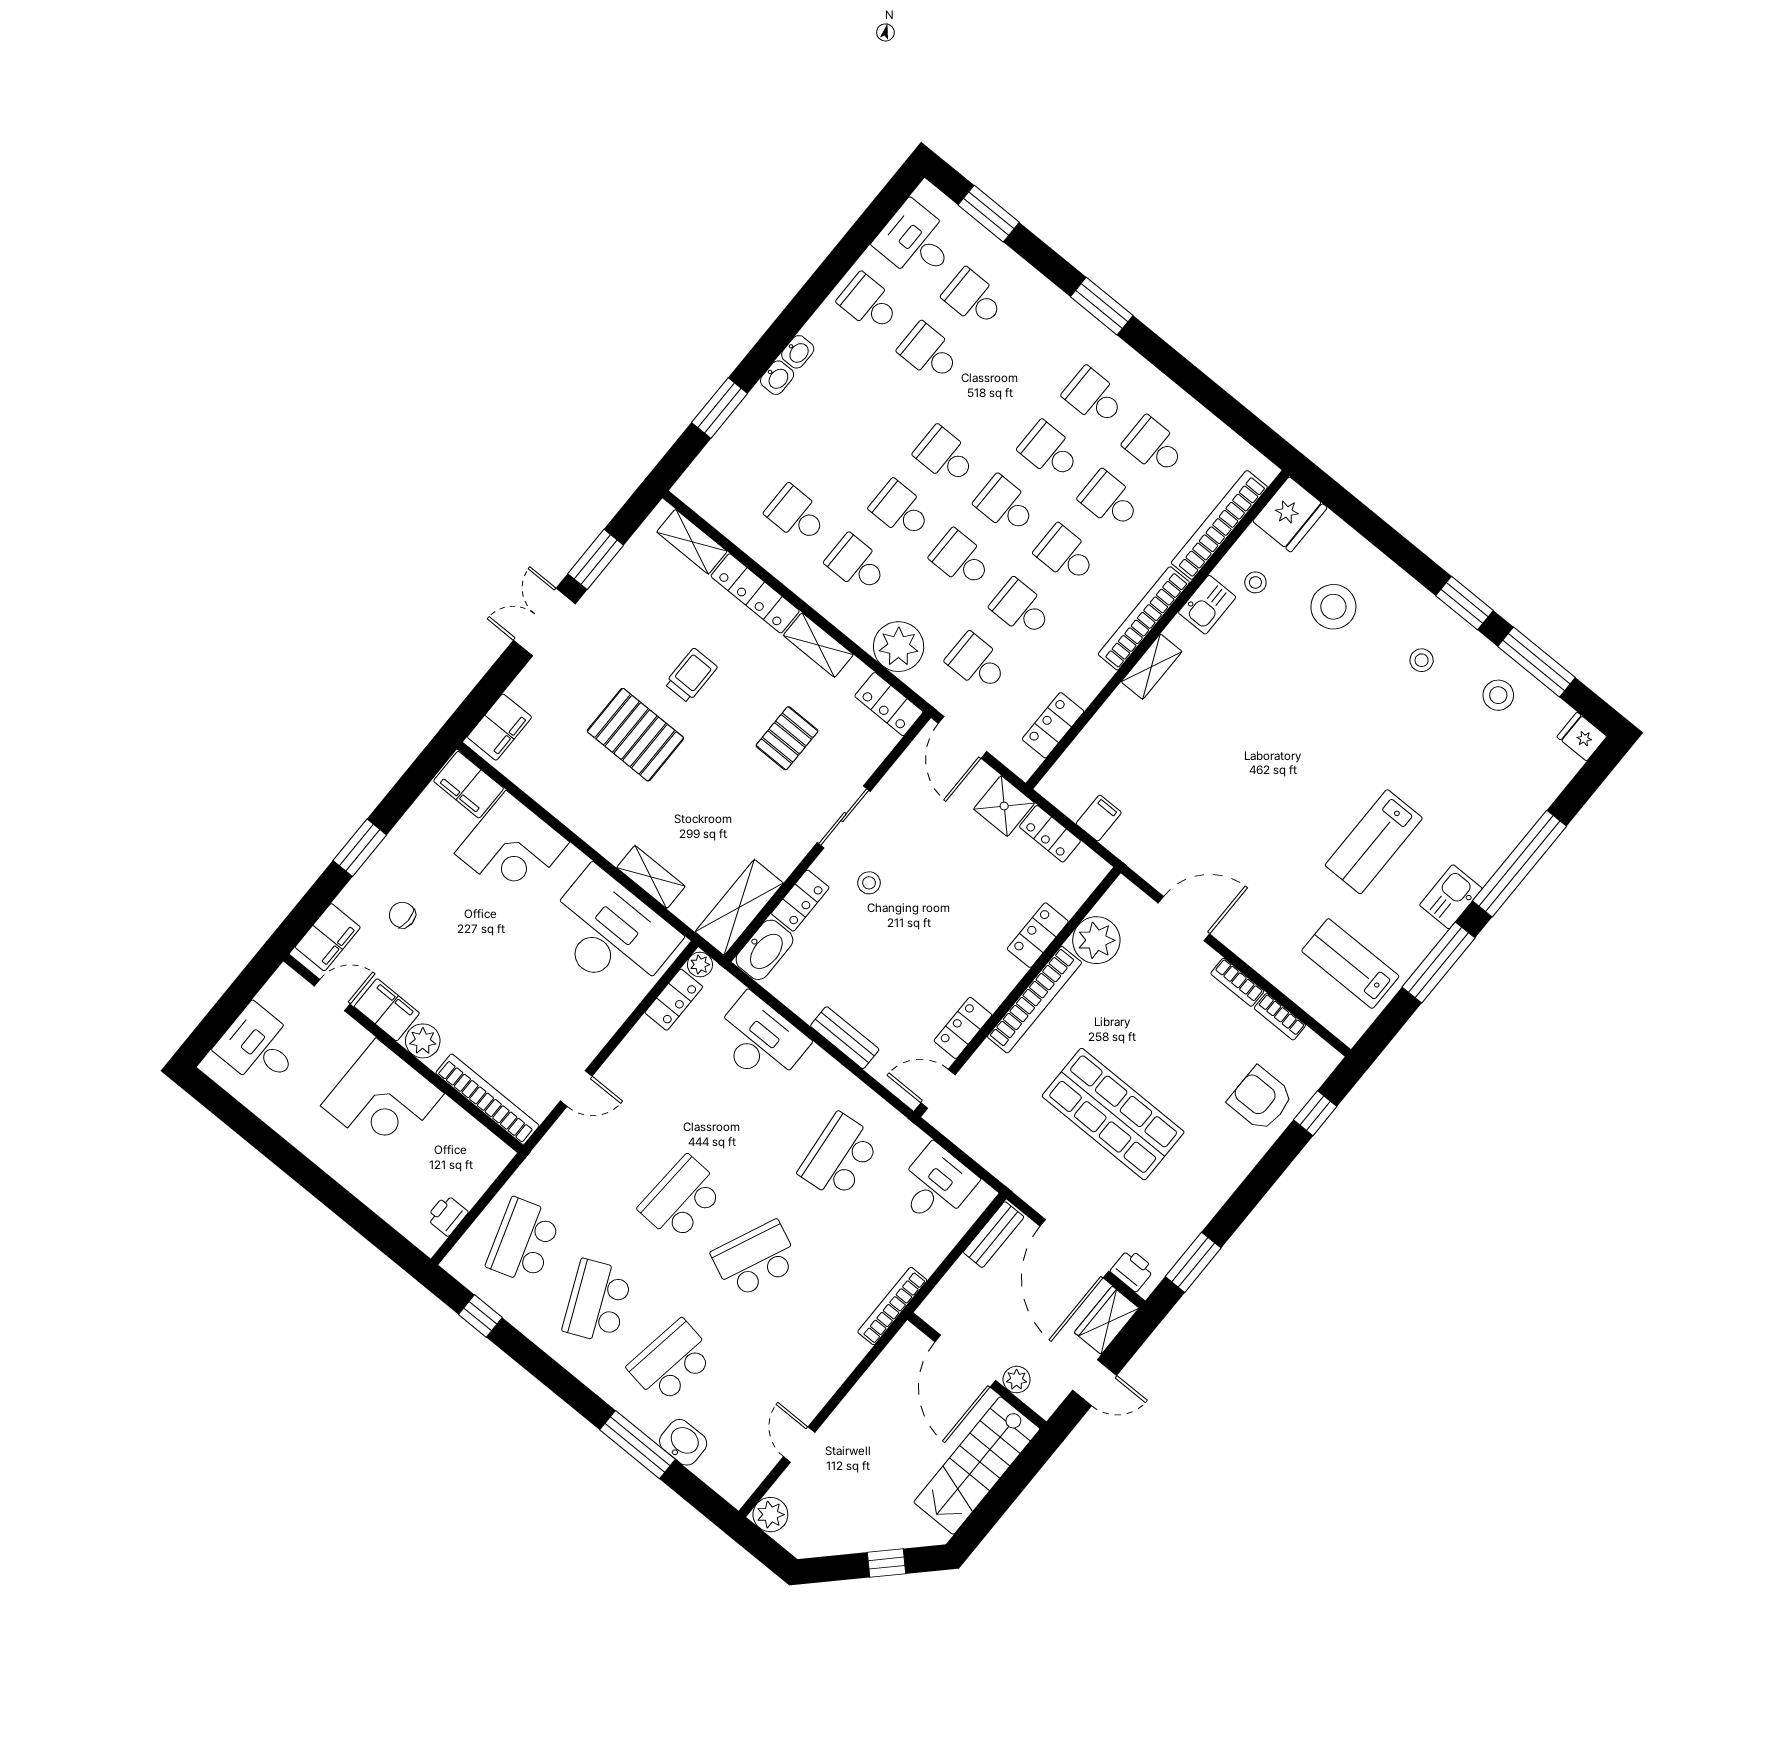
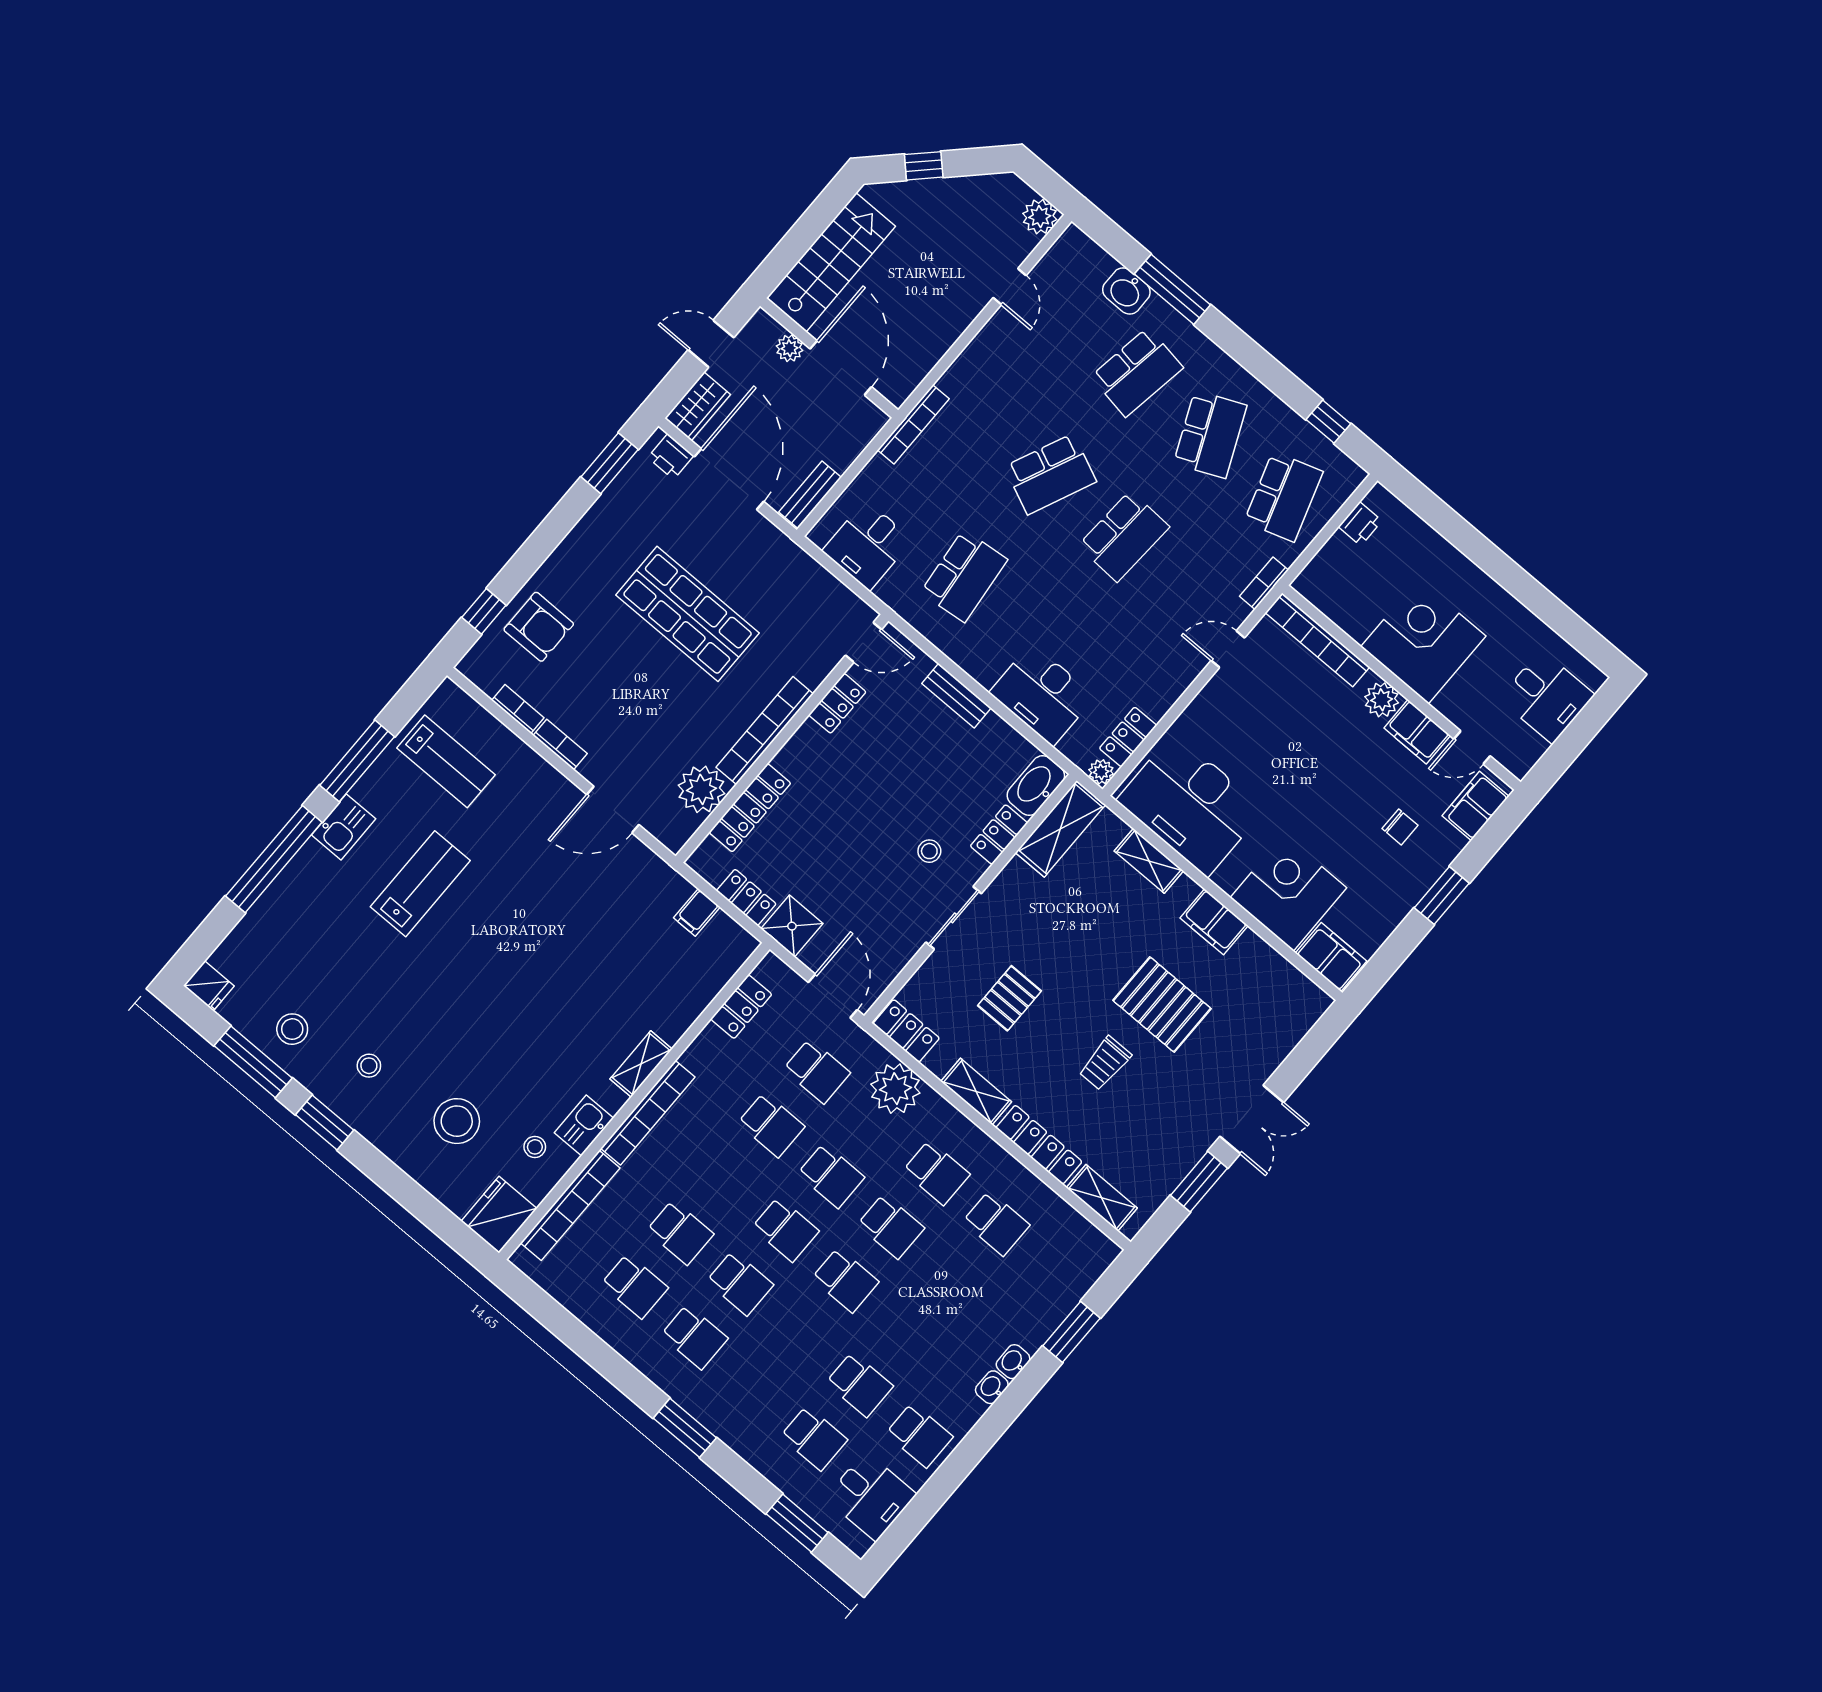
school desk: (1066, 554) -> (726, 1179), removed
filing cabinet: (499, 727) -> (1214, 922), moved, turned -90
locker: (1038, 935) -> (750, 808), width x1.53
bookcase: (542, 1155) -> (1264, 583), added

